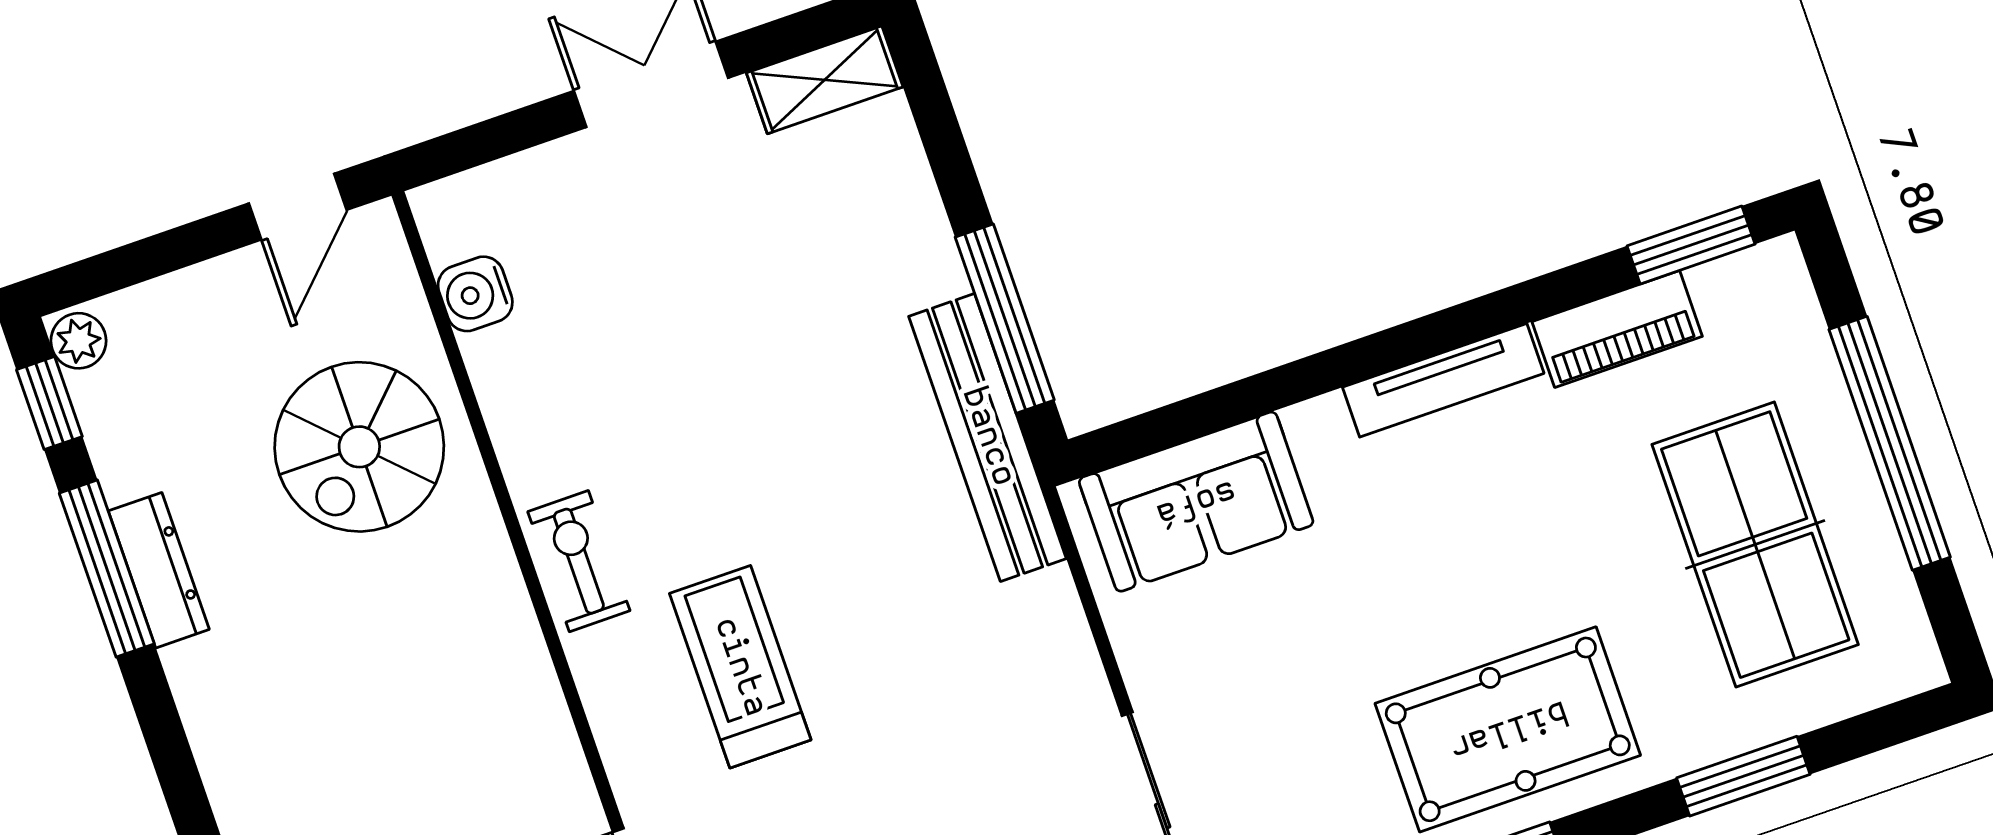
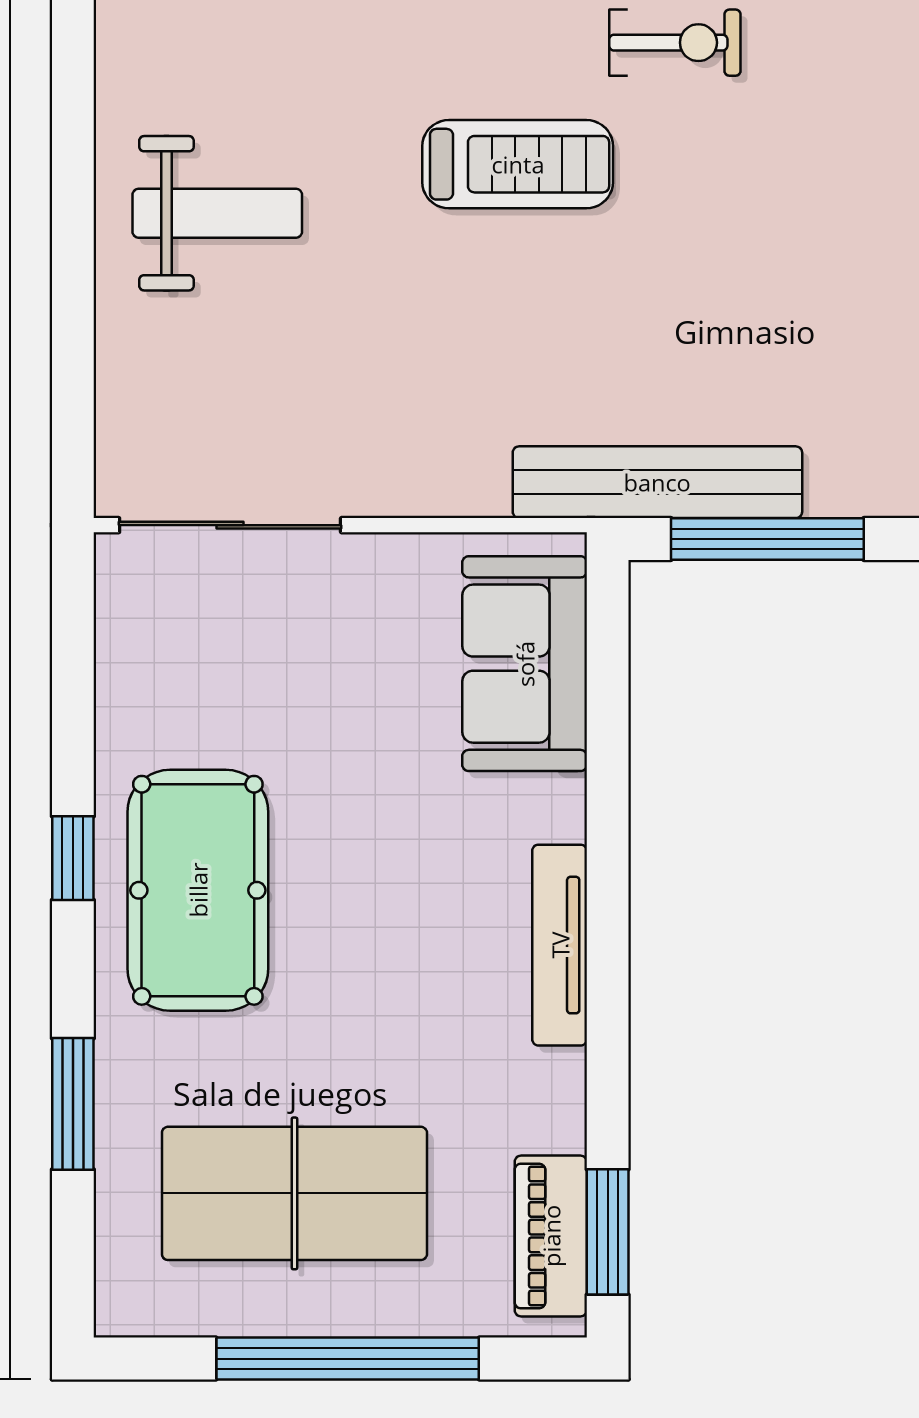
piano: (1617, 329) -> (551, 1236), moved

